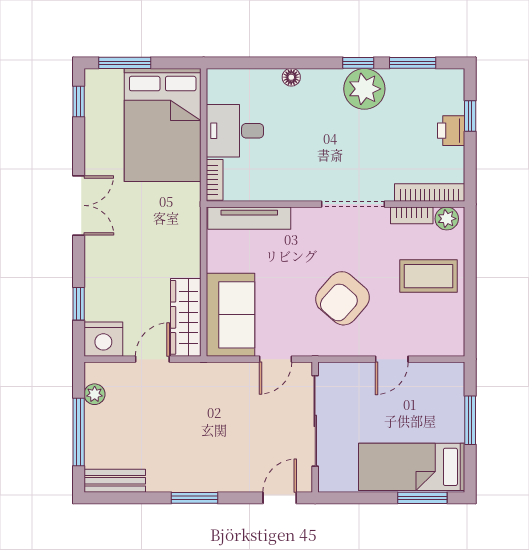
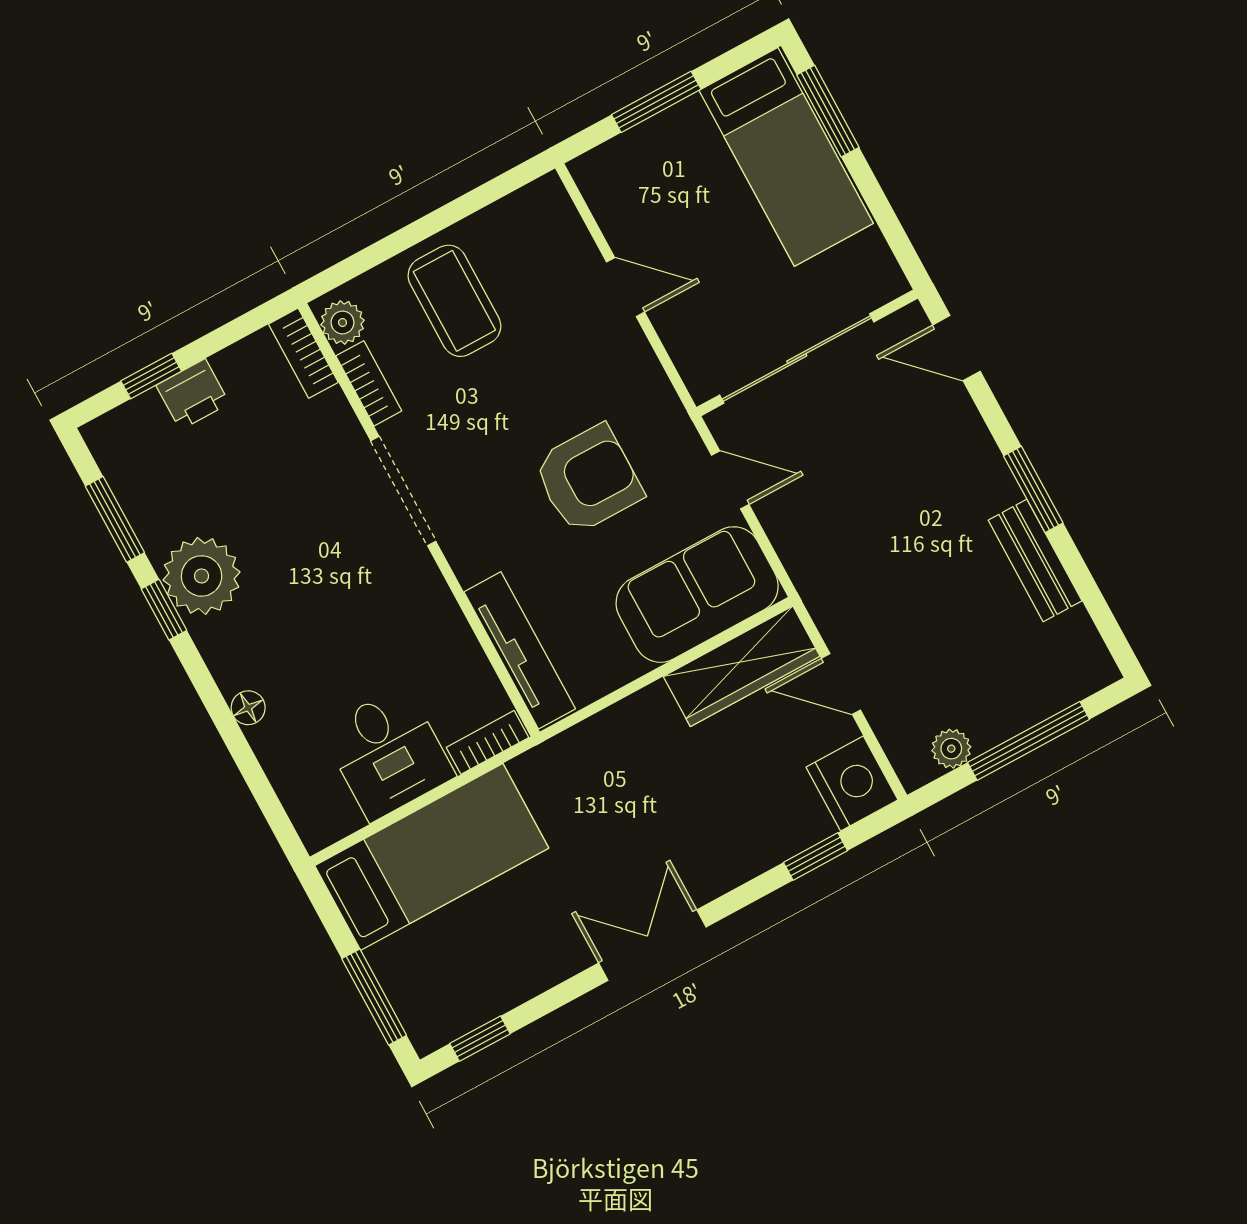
bed: (163, 125) -> (432, 857), width x0.67
bookcase: (430, 193) -> (303, 353), width x0.64
armchair: (343, 298) -> (588, 479), moved, turned -41
bench: (115, 481) -> (1035, 561), moved

